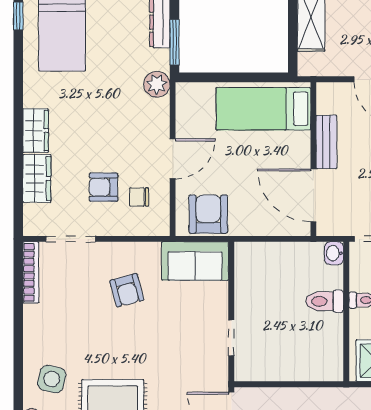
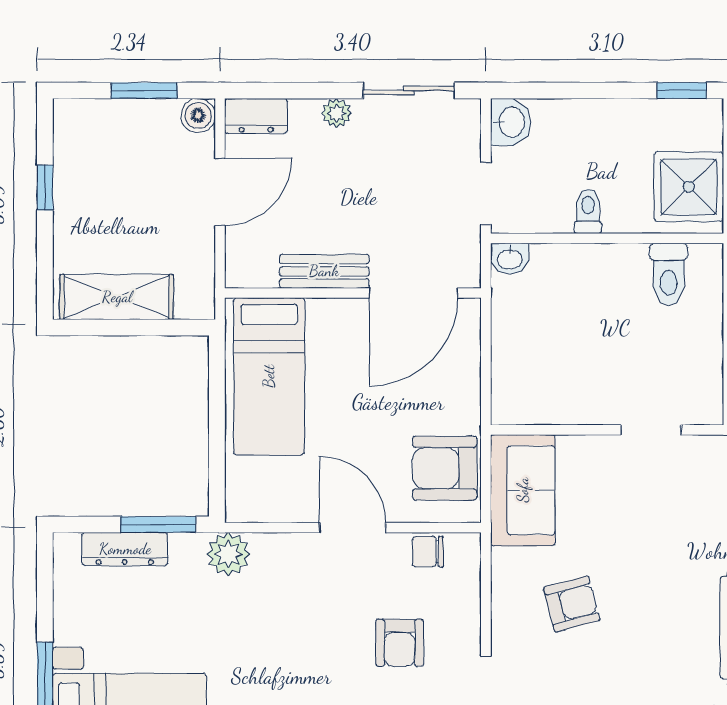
chair: (139, 197) -> (428, 552), moved, turned 90
toilet: (325, 301) -> (669, 274), moved

